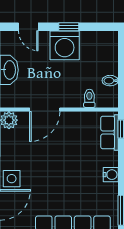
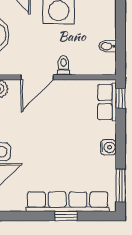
toilet: (89, 98) -> (63, 65), moved

